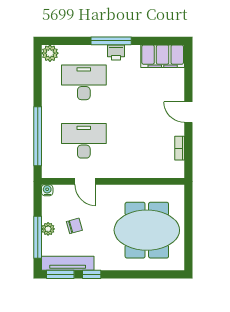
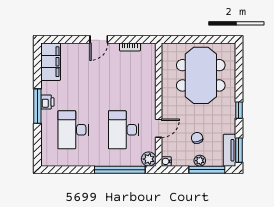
plant: (50, 53) -> (149, 159), moved
tv unit: (68, 263) -> (229, 150), width x0.71
window: (92, 274) -> (239, 110), moved

